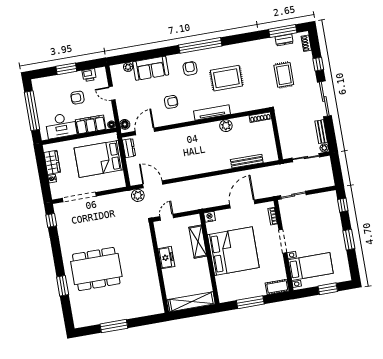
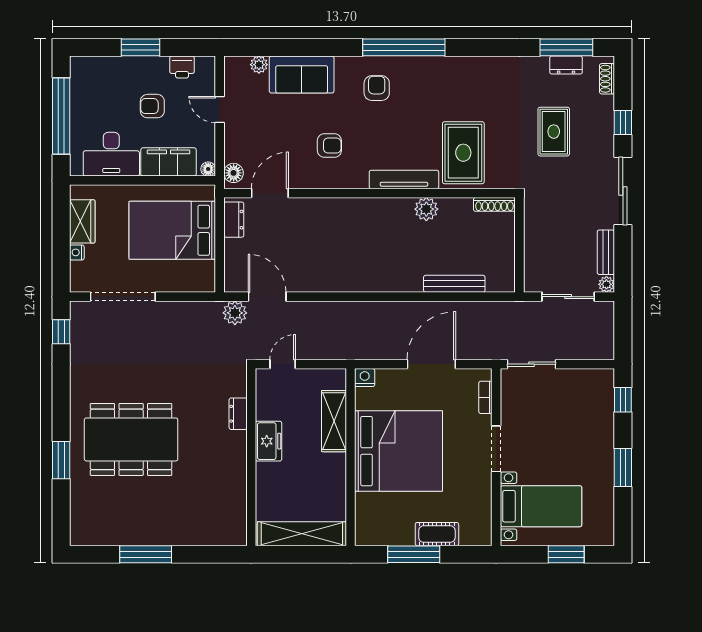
rug: (226, 78) -> (463, 153), moved, turned 90
dresser: (148, 246) -> (238, 414), added
cot: (277, 287) -> (437, 534), moved

